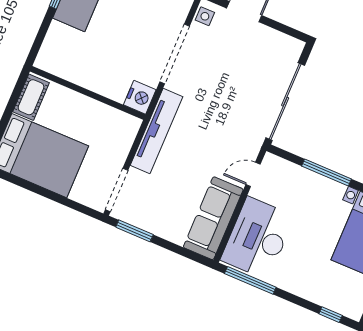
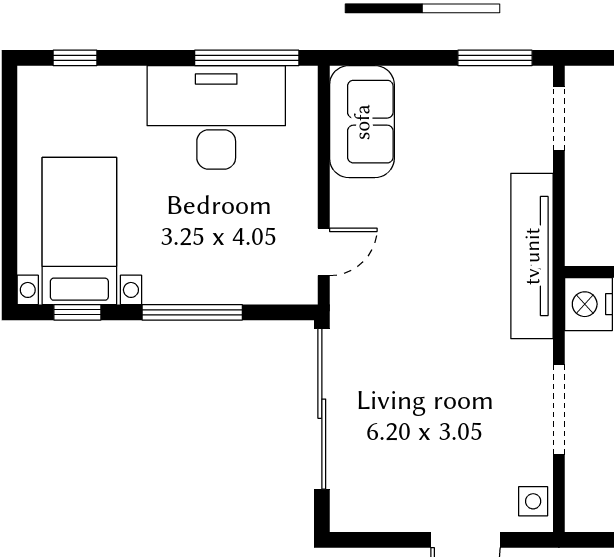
doorway: (175, 54) -> (559, 410), width x0.73
doorway: (117, 190) -> (559, 118), width x0.73
sofa: (213, 218) -> (362, 122), width x0.73
desk: (258, 238) -> (216, 117), moved, turned -90

